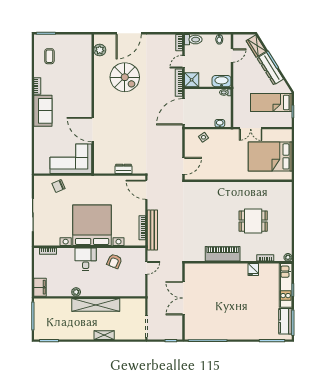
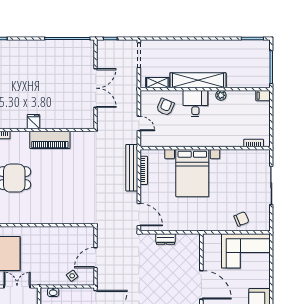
corner sofa: (71, 159) -> (246, 251), moved
door: (183, 166) -> (96, 258), moved
bed with nightstands: (92, 225) -> (192, 173), width x0.73
desk: (86, 259) -> (195, 104), moved, turned 180
armchair: (114, 261) -> (165, 107), moved
door: (146, 268) -> (139, 124), swing flipped
fridge: (253, 269) -> (33, 122), moved
filing cabinet: (40, 287) -> (263, 96), width x0.50
shelving: (104, 335) -> (157, 83), moved

